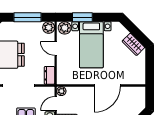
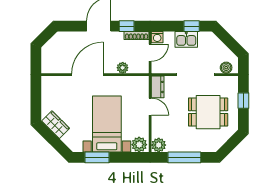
window: (82, 17) -> (97, 157), moved
door: (56, 48) -> (150, 107), moved
plant: (61, 91) -> (123, 68), moved

